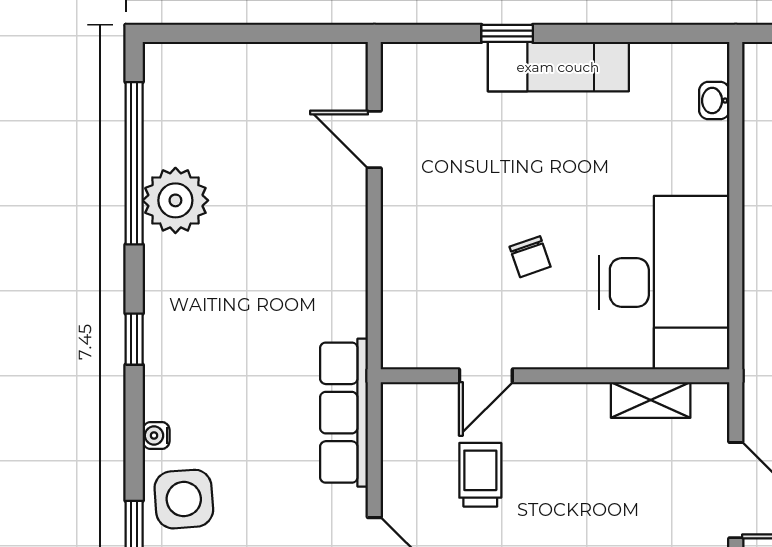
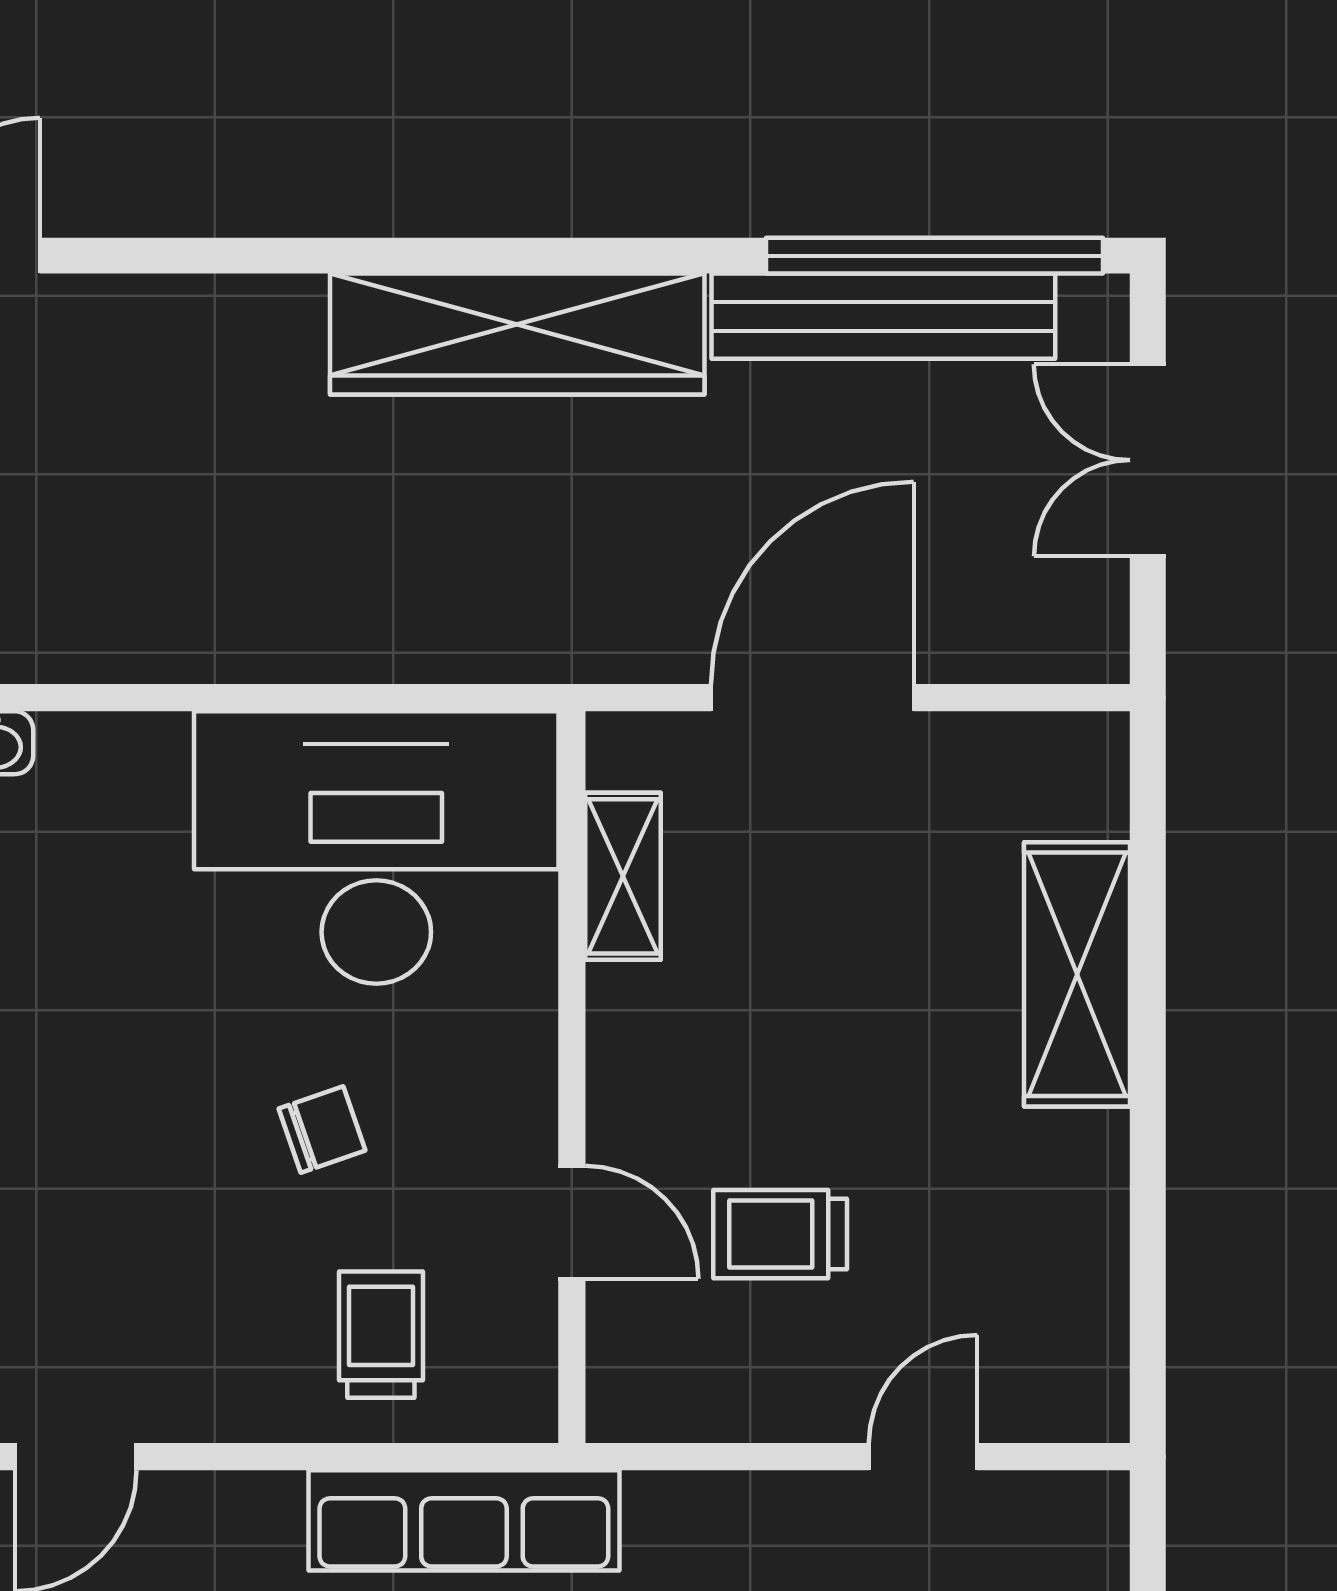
trolley: (432, 285) -> (381, 1335), added
row of seats: (344, 413) -> (464, 1520), moved

